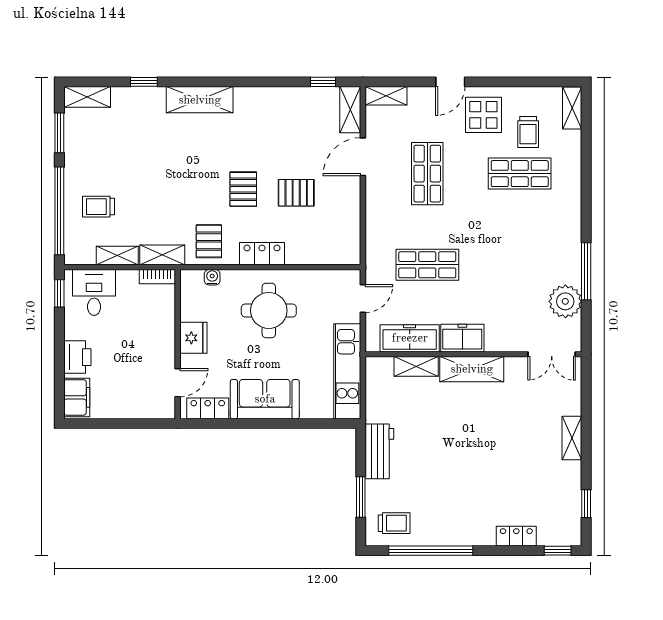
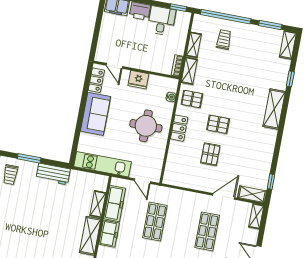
door: (363, 157) -> (224, 196), hinge flipped
shop shelf: (427, 174) -> (207, 231), turned 90
desk: (94, 292) -> (161, 21), moved, turned -90

